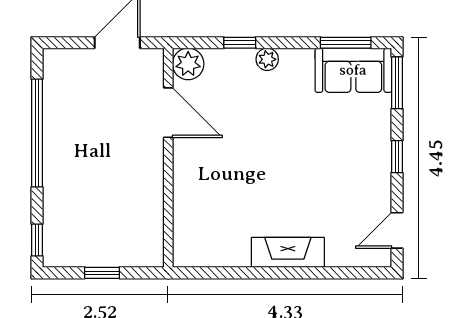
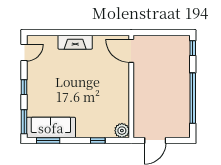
plant: (267, 59) -> (85, 133), removed
sofa: (353, 70) -> (51, 128), width x1.36
door: (168, 113) -> (131, 51), moved
window: (102, 273) -> (162, 33), removed

